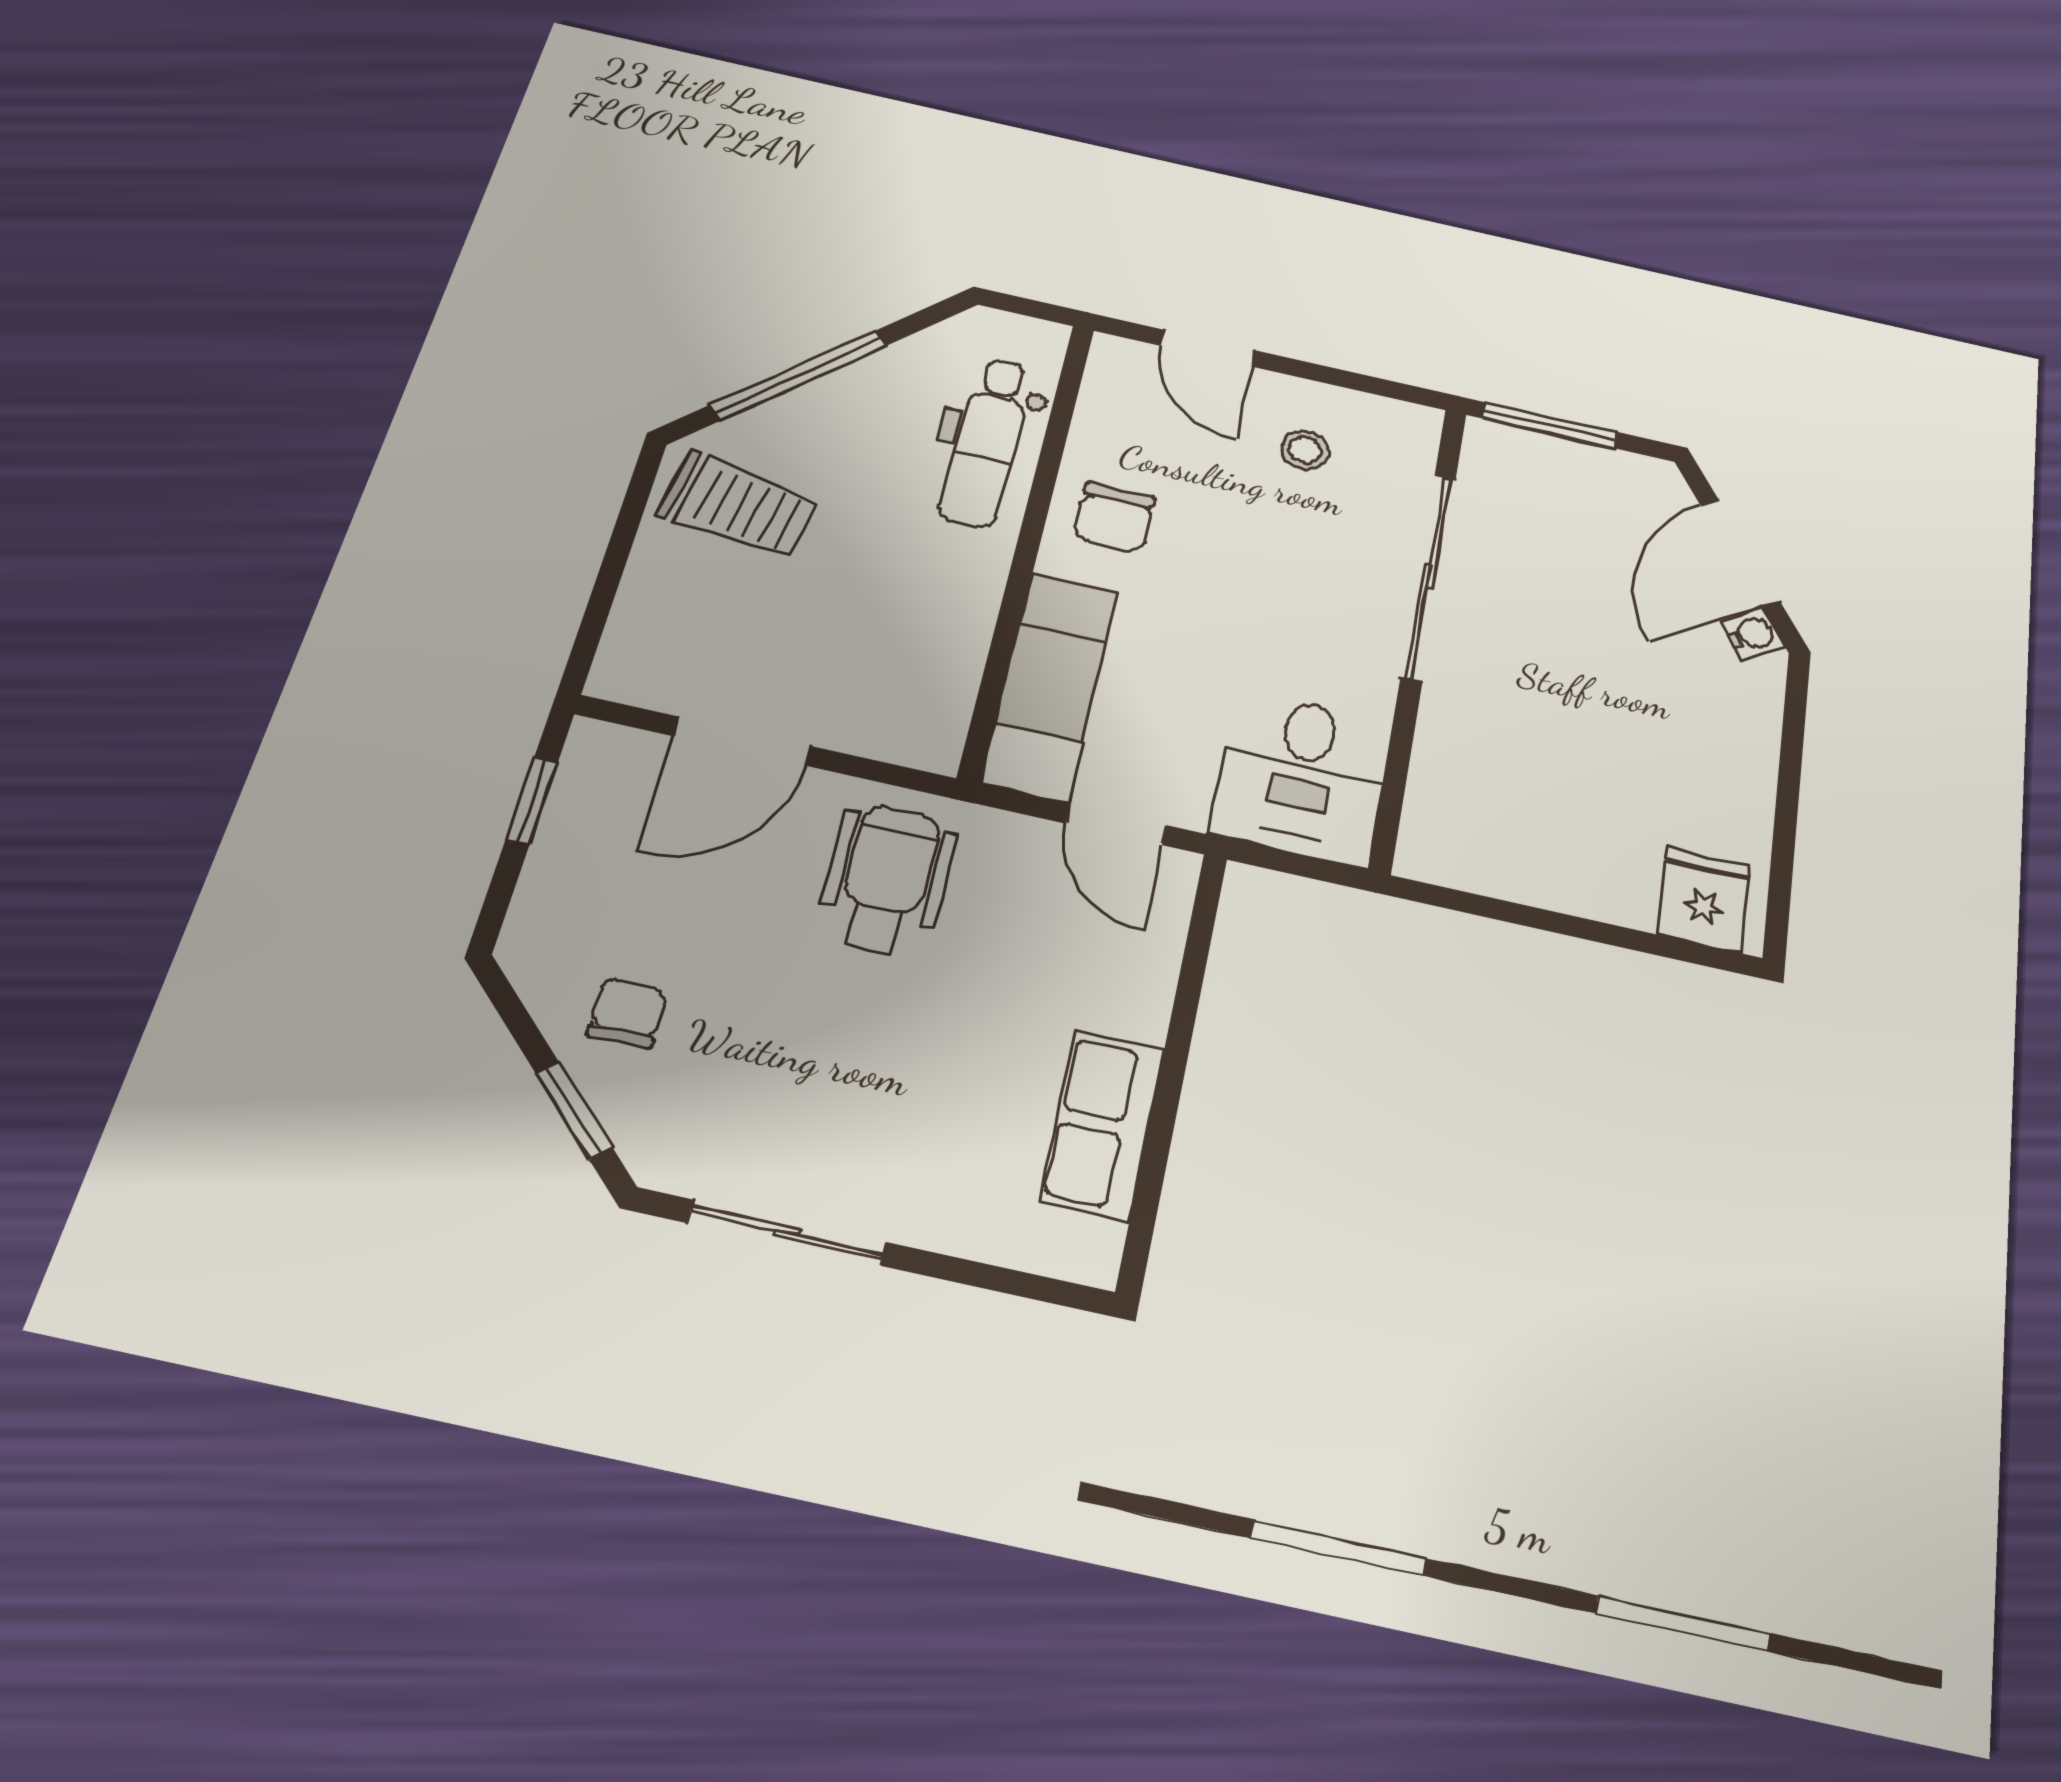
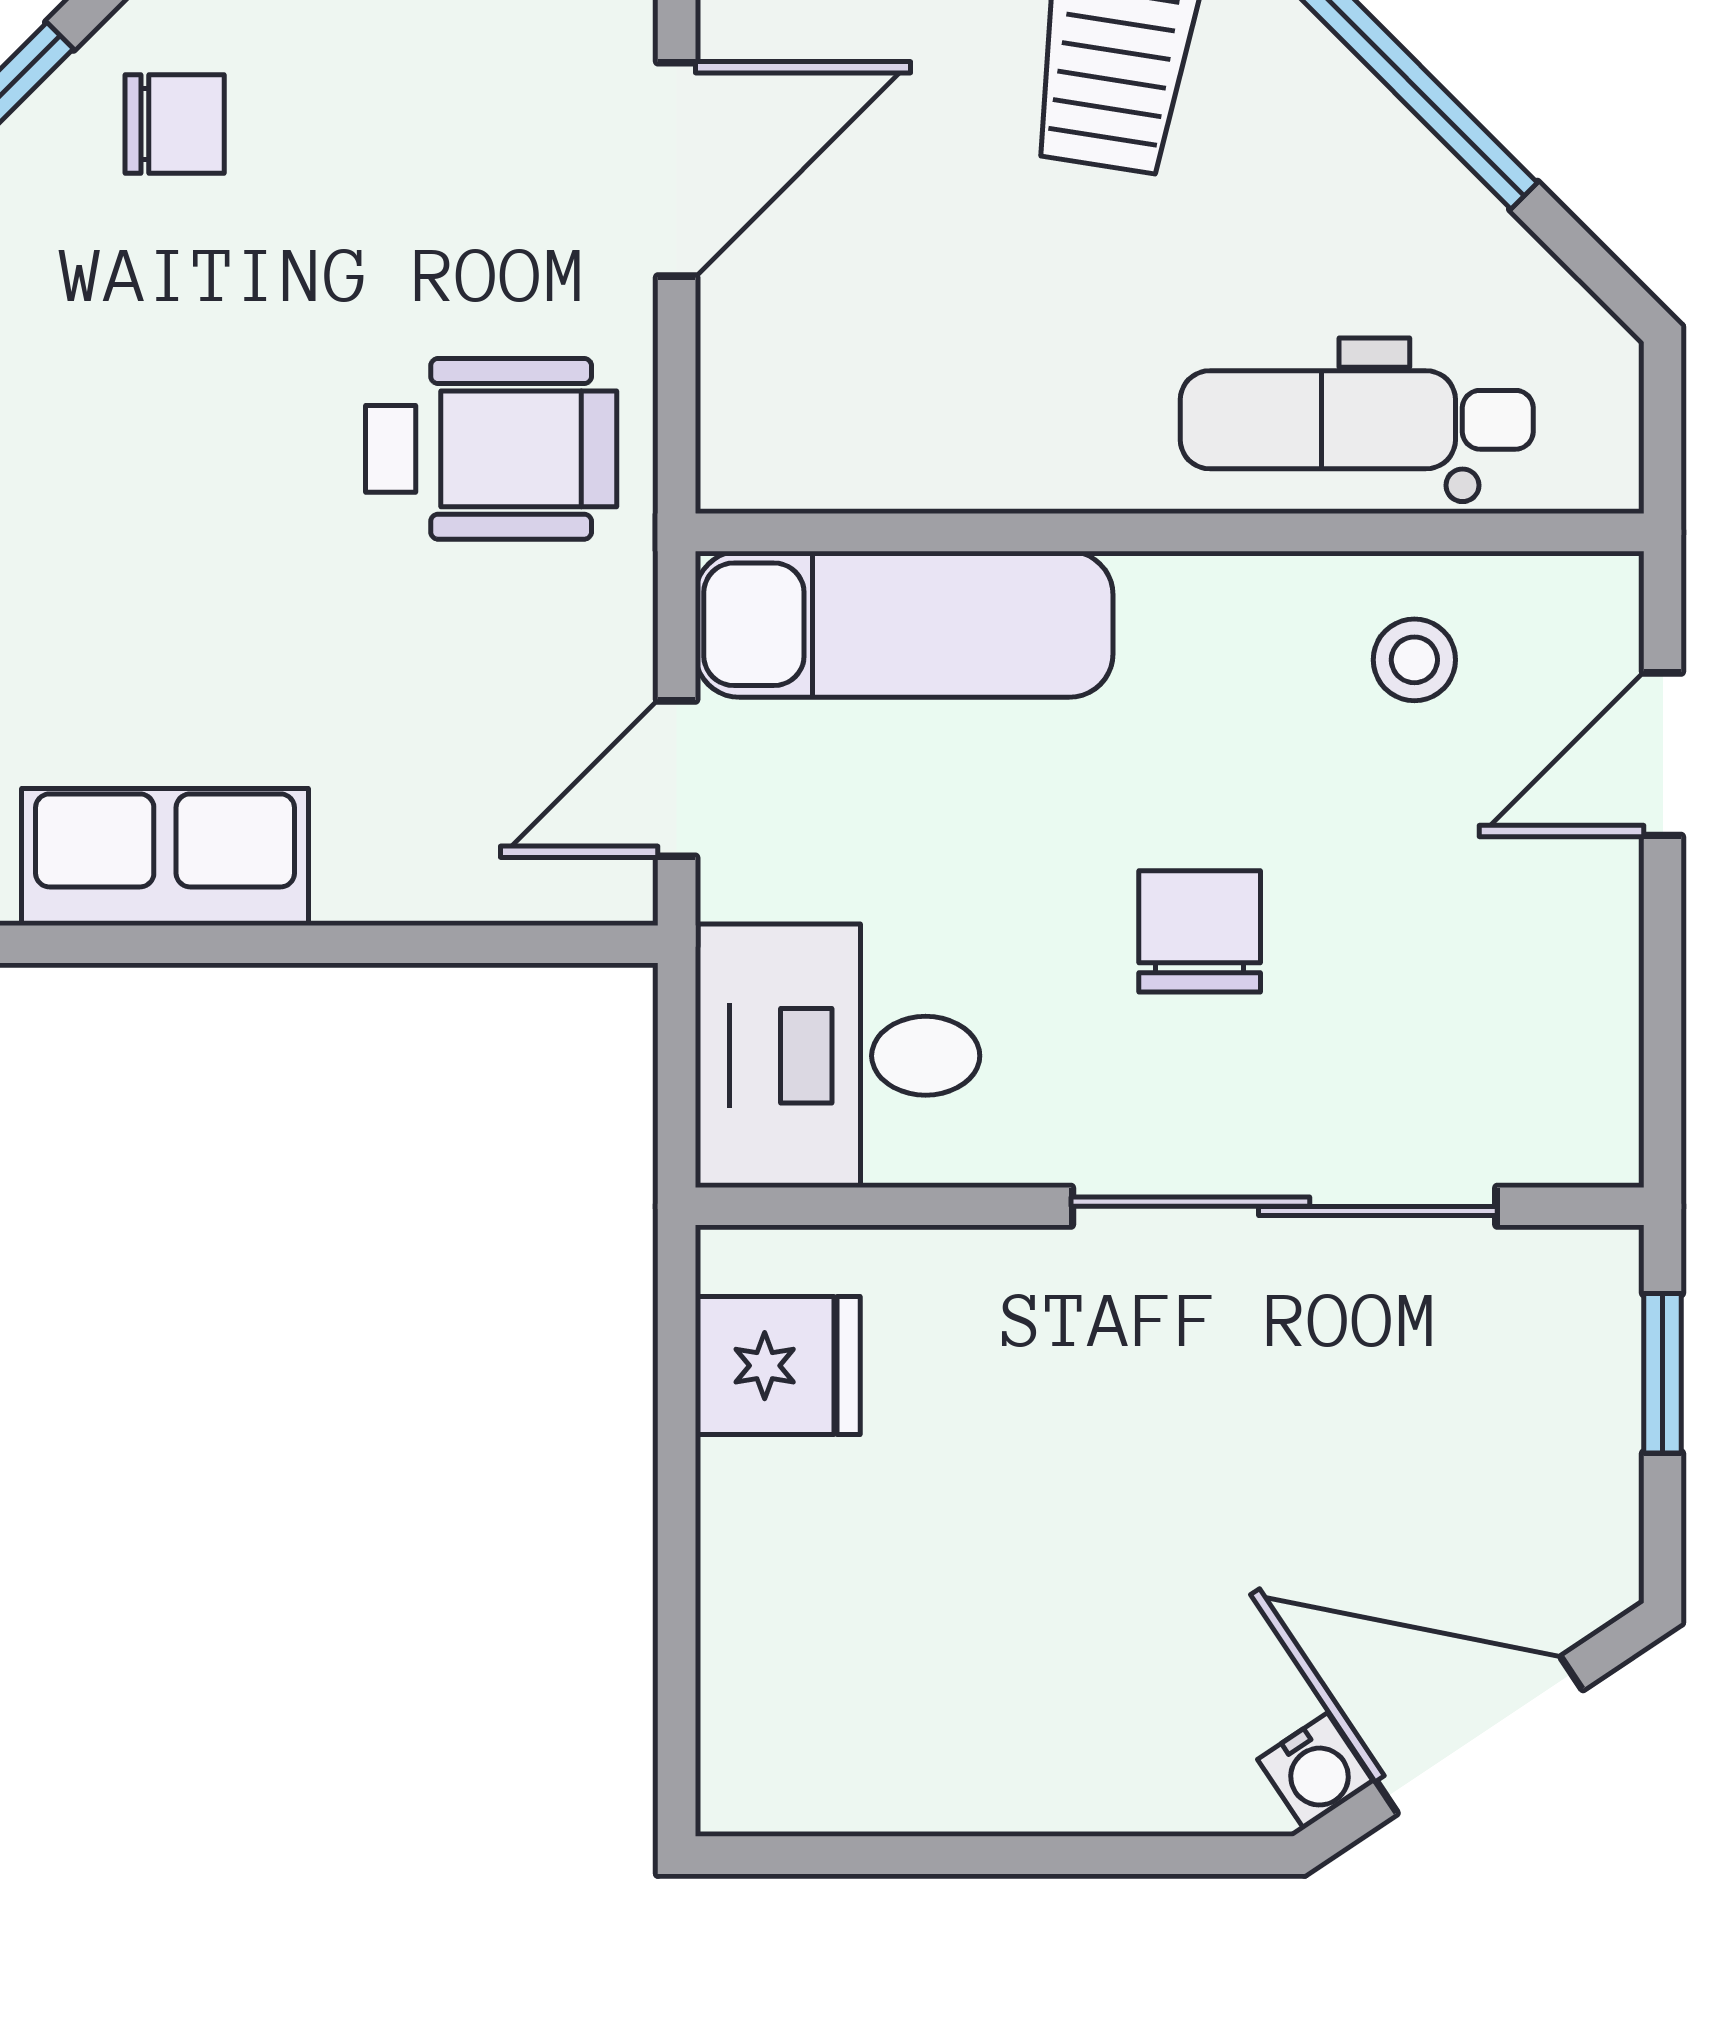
window: (1549, 425) -> (1663, 1373), width x0.67
stool: (1305, 450) -> (1414, 660), moved
chair: (1114, 518) -> (1200, 931), moved, turned 90
door: (742, 741) -> (677, 169), swing flipped
fridge: (1704, 900) -> (778, 1366), moved

